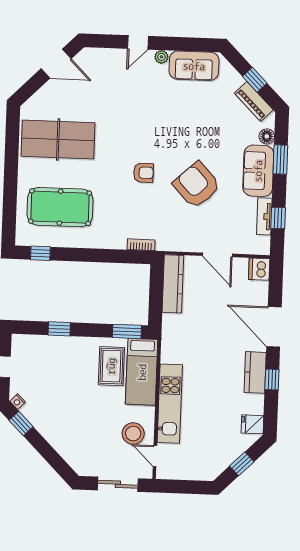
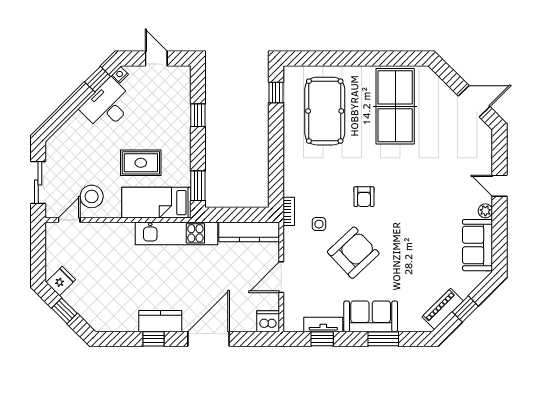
door: (56, 64) -> (474, 101), swing flipped
floor lamp: (267, 136) -> (407, 324), removed
side table: (168, 217) -> (319, 224), added
bookcase: (141, 245) -> (289, 211), moved
rug: (111, 366) -> (141, 163), moved
kitchen unit: (170, 404) -> (177, 233), moved
desk: (46, 415) -> (107, 105), added
fridge: (252, 424) -> (61, 281), moved, turned 45

